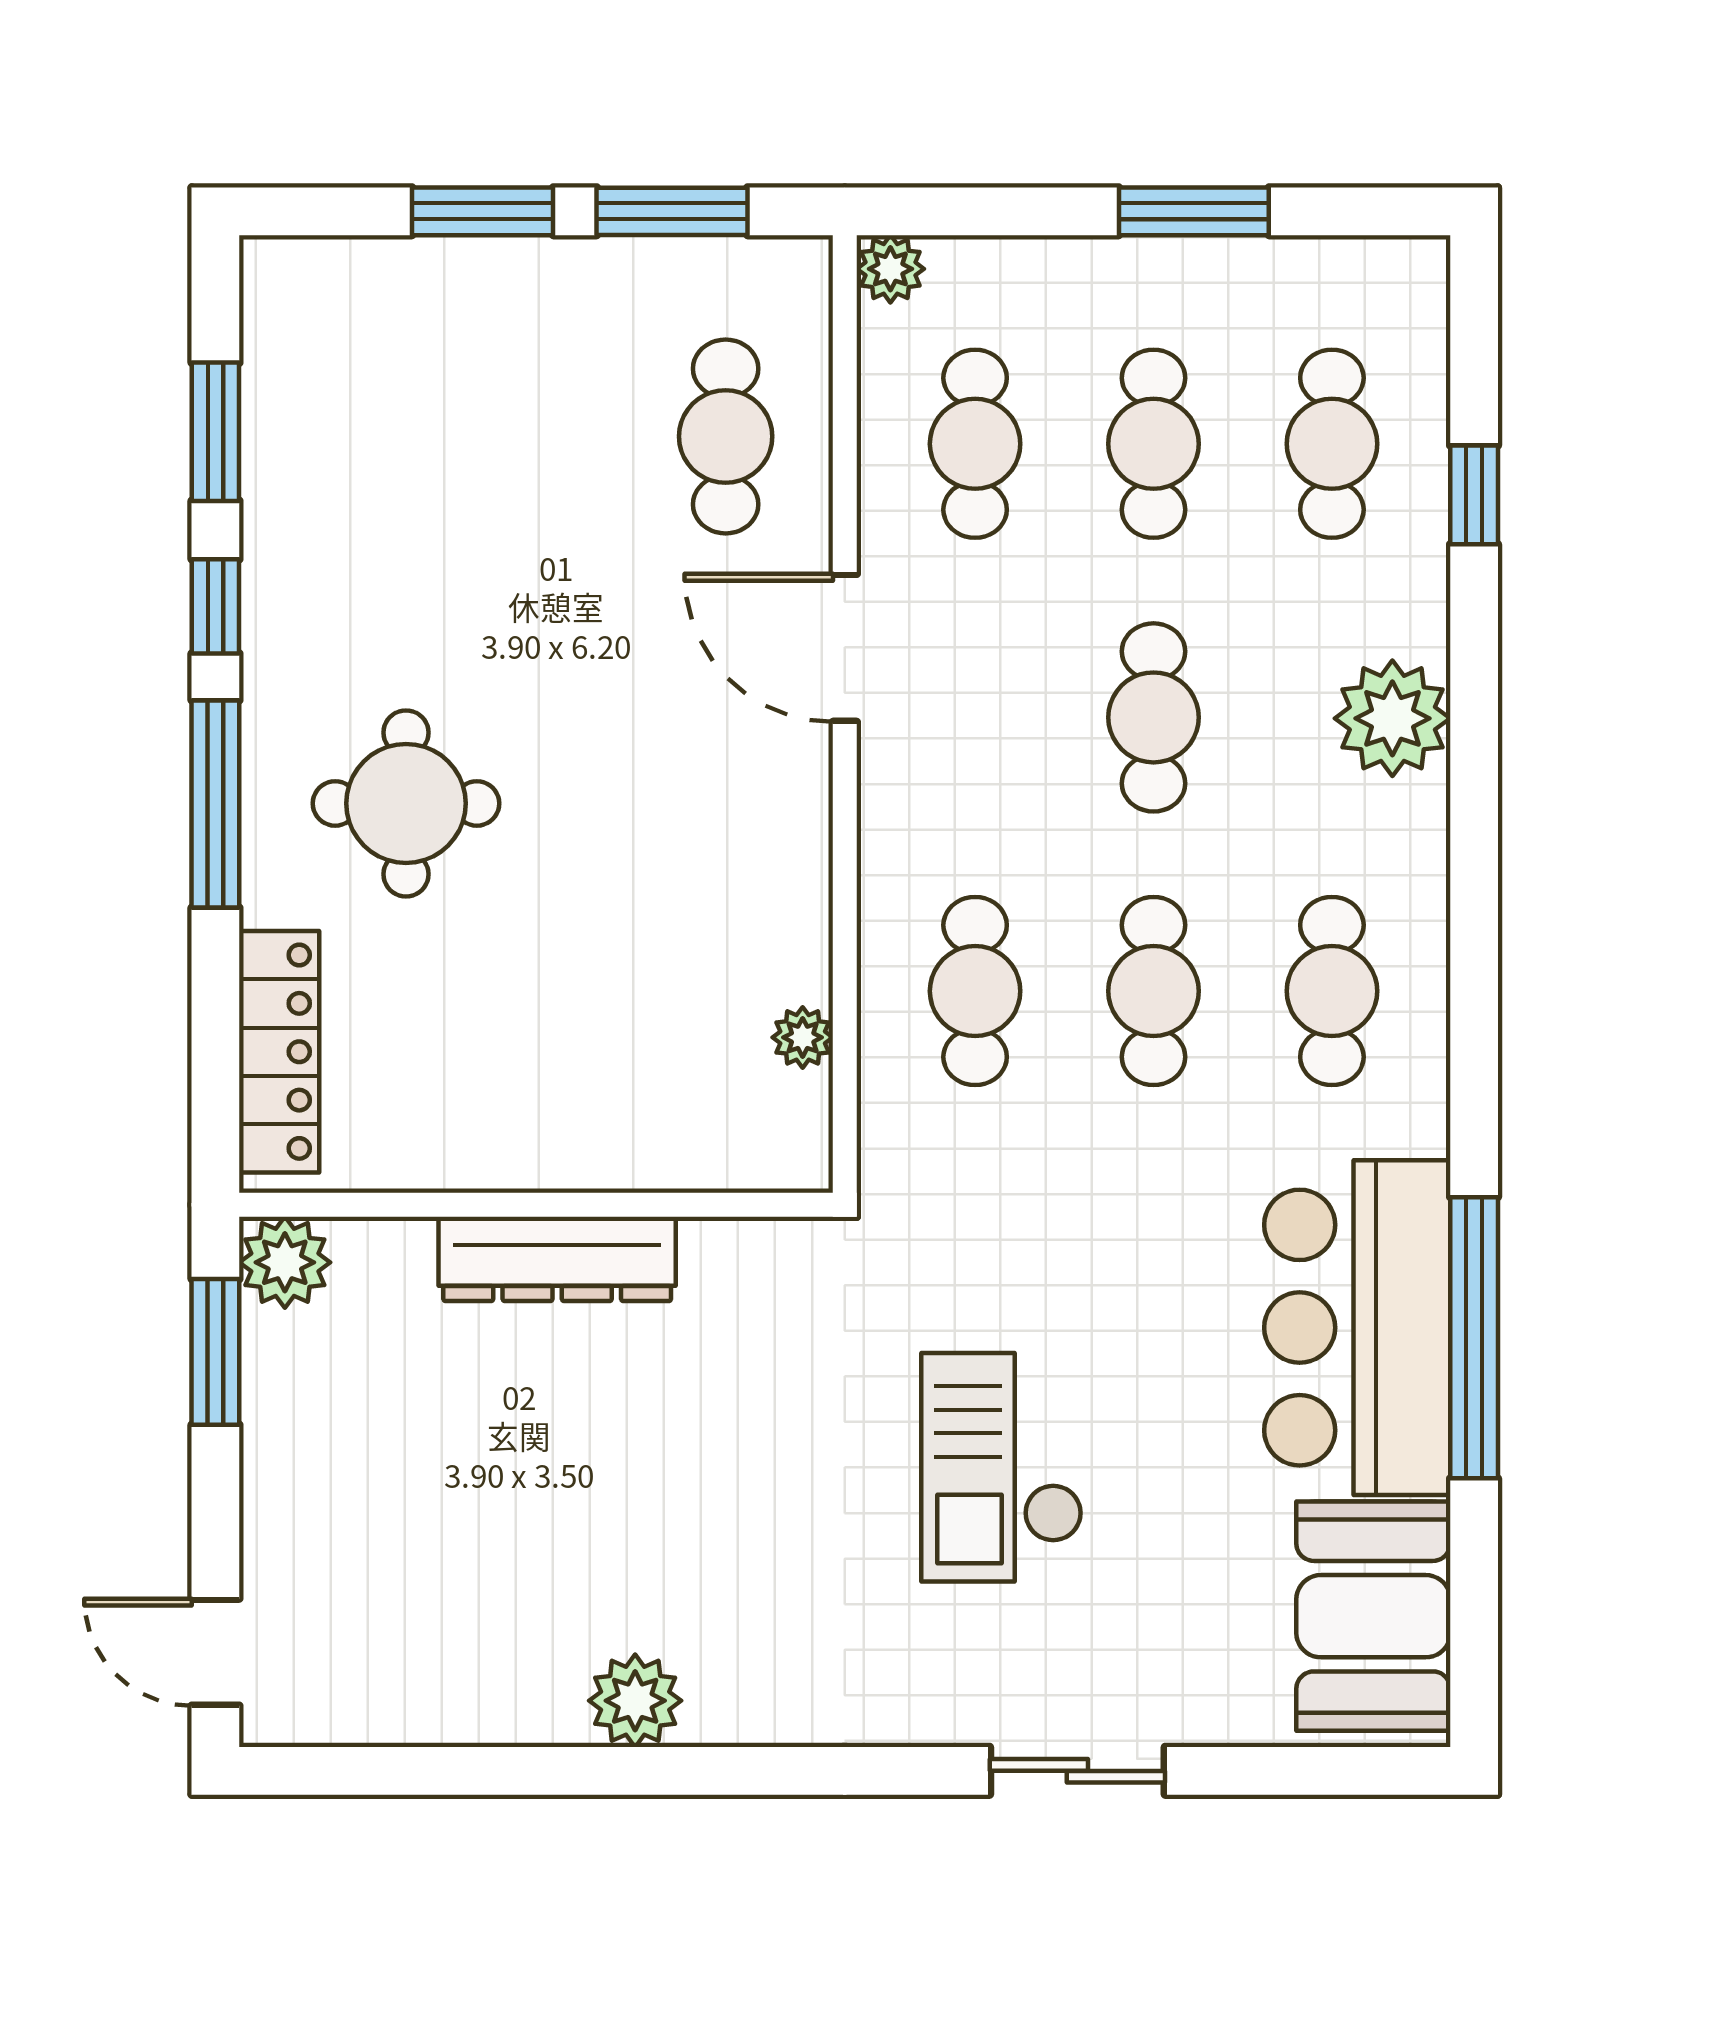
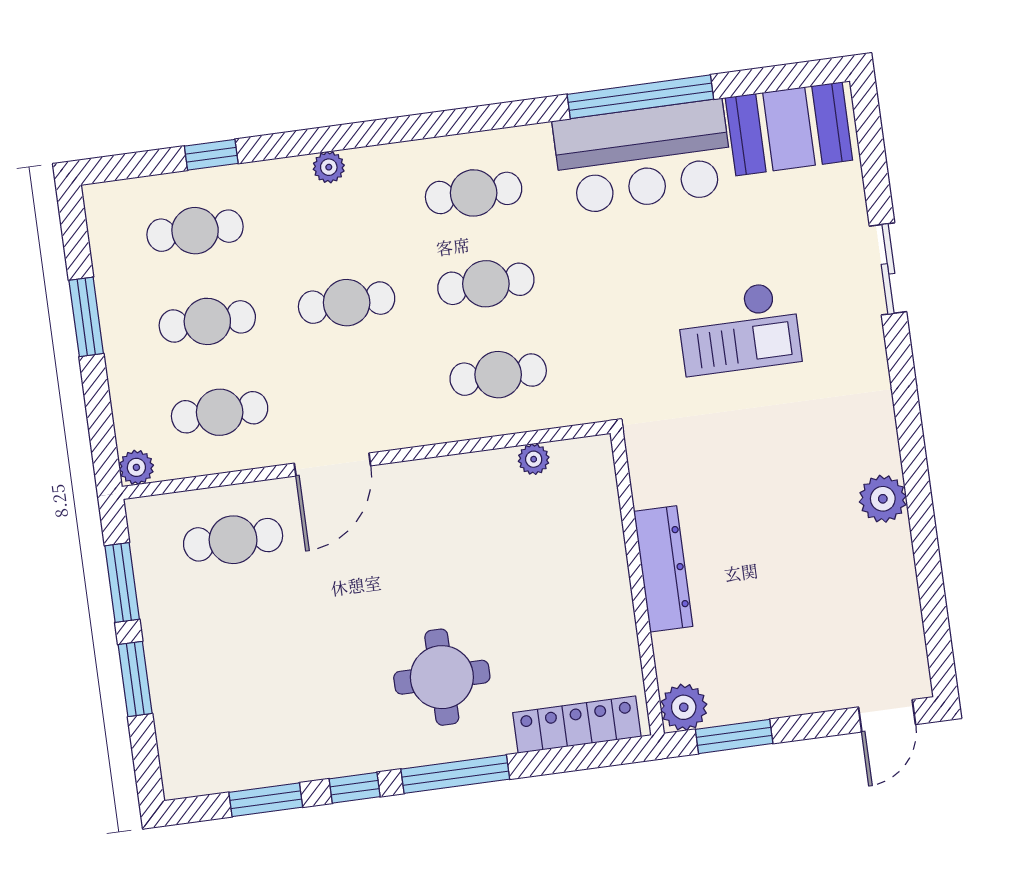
plant: (1392, 718) -> (329, 167), width x0.53, depth x0.53

